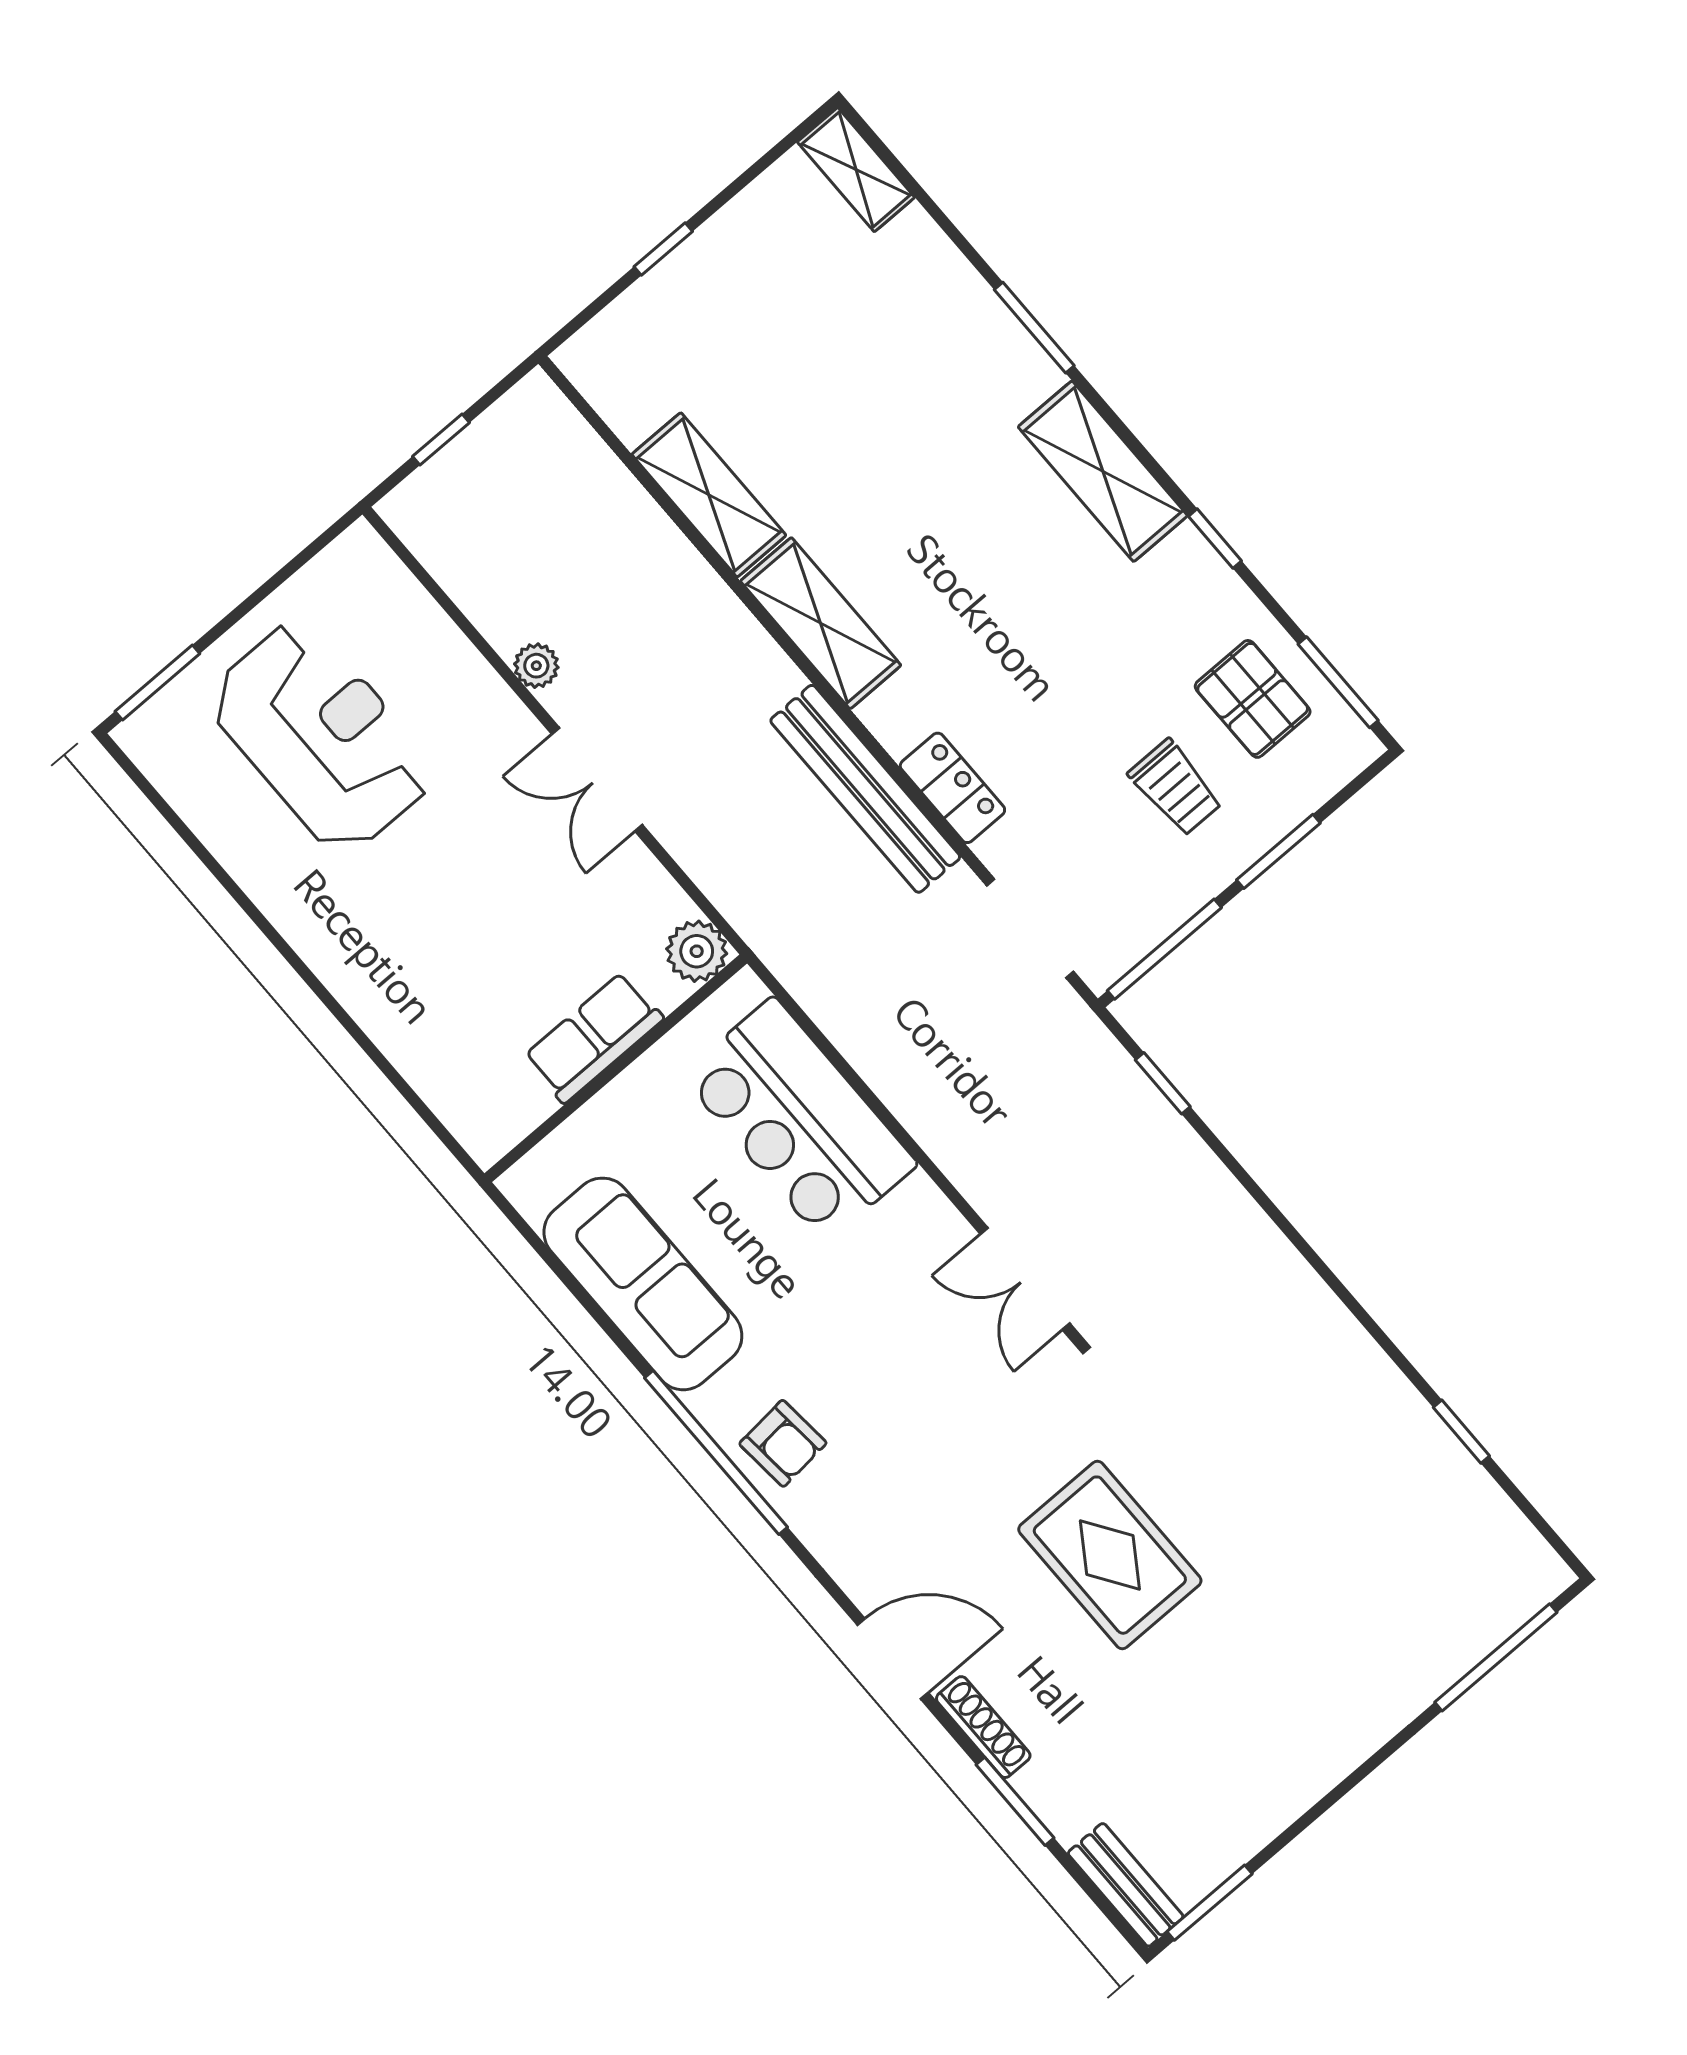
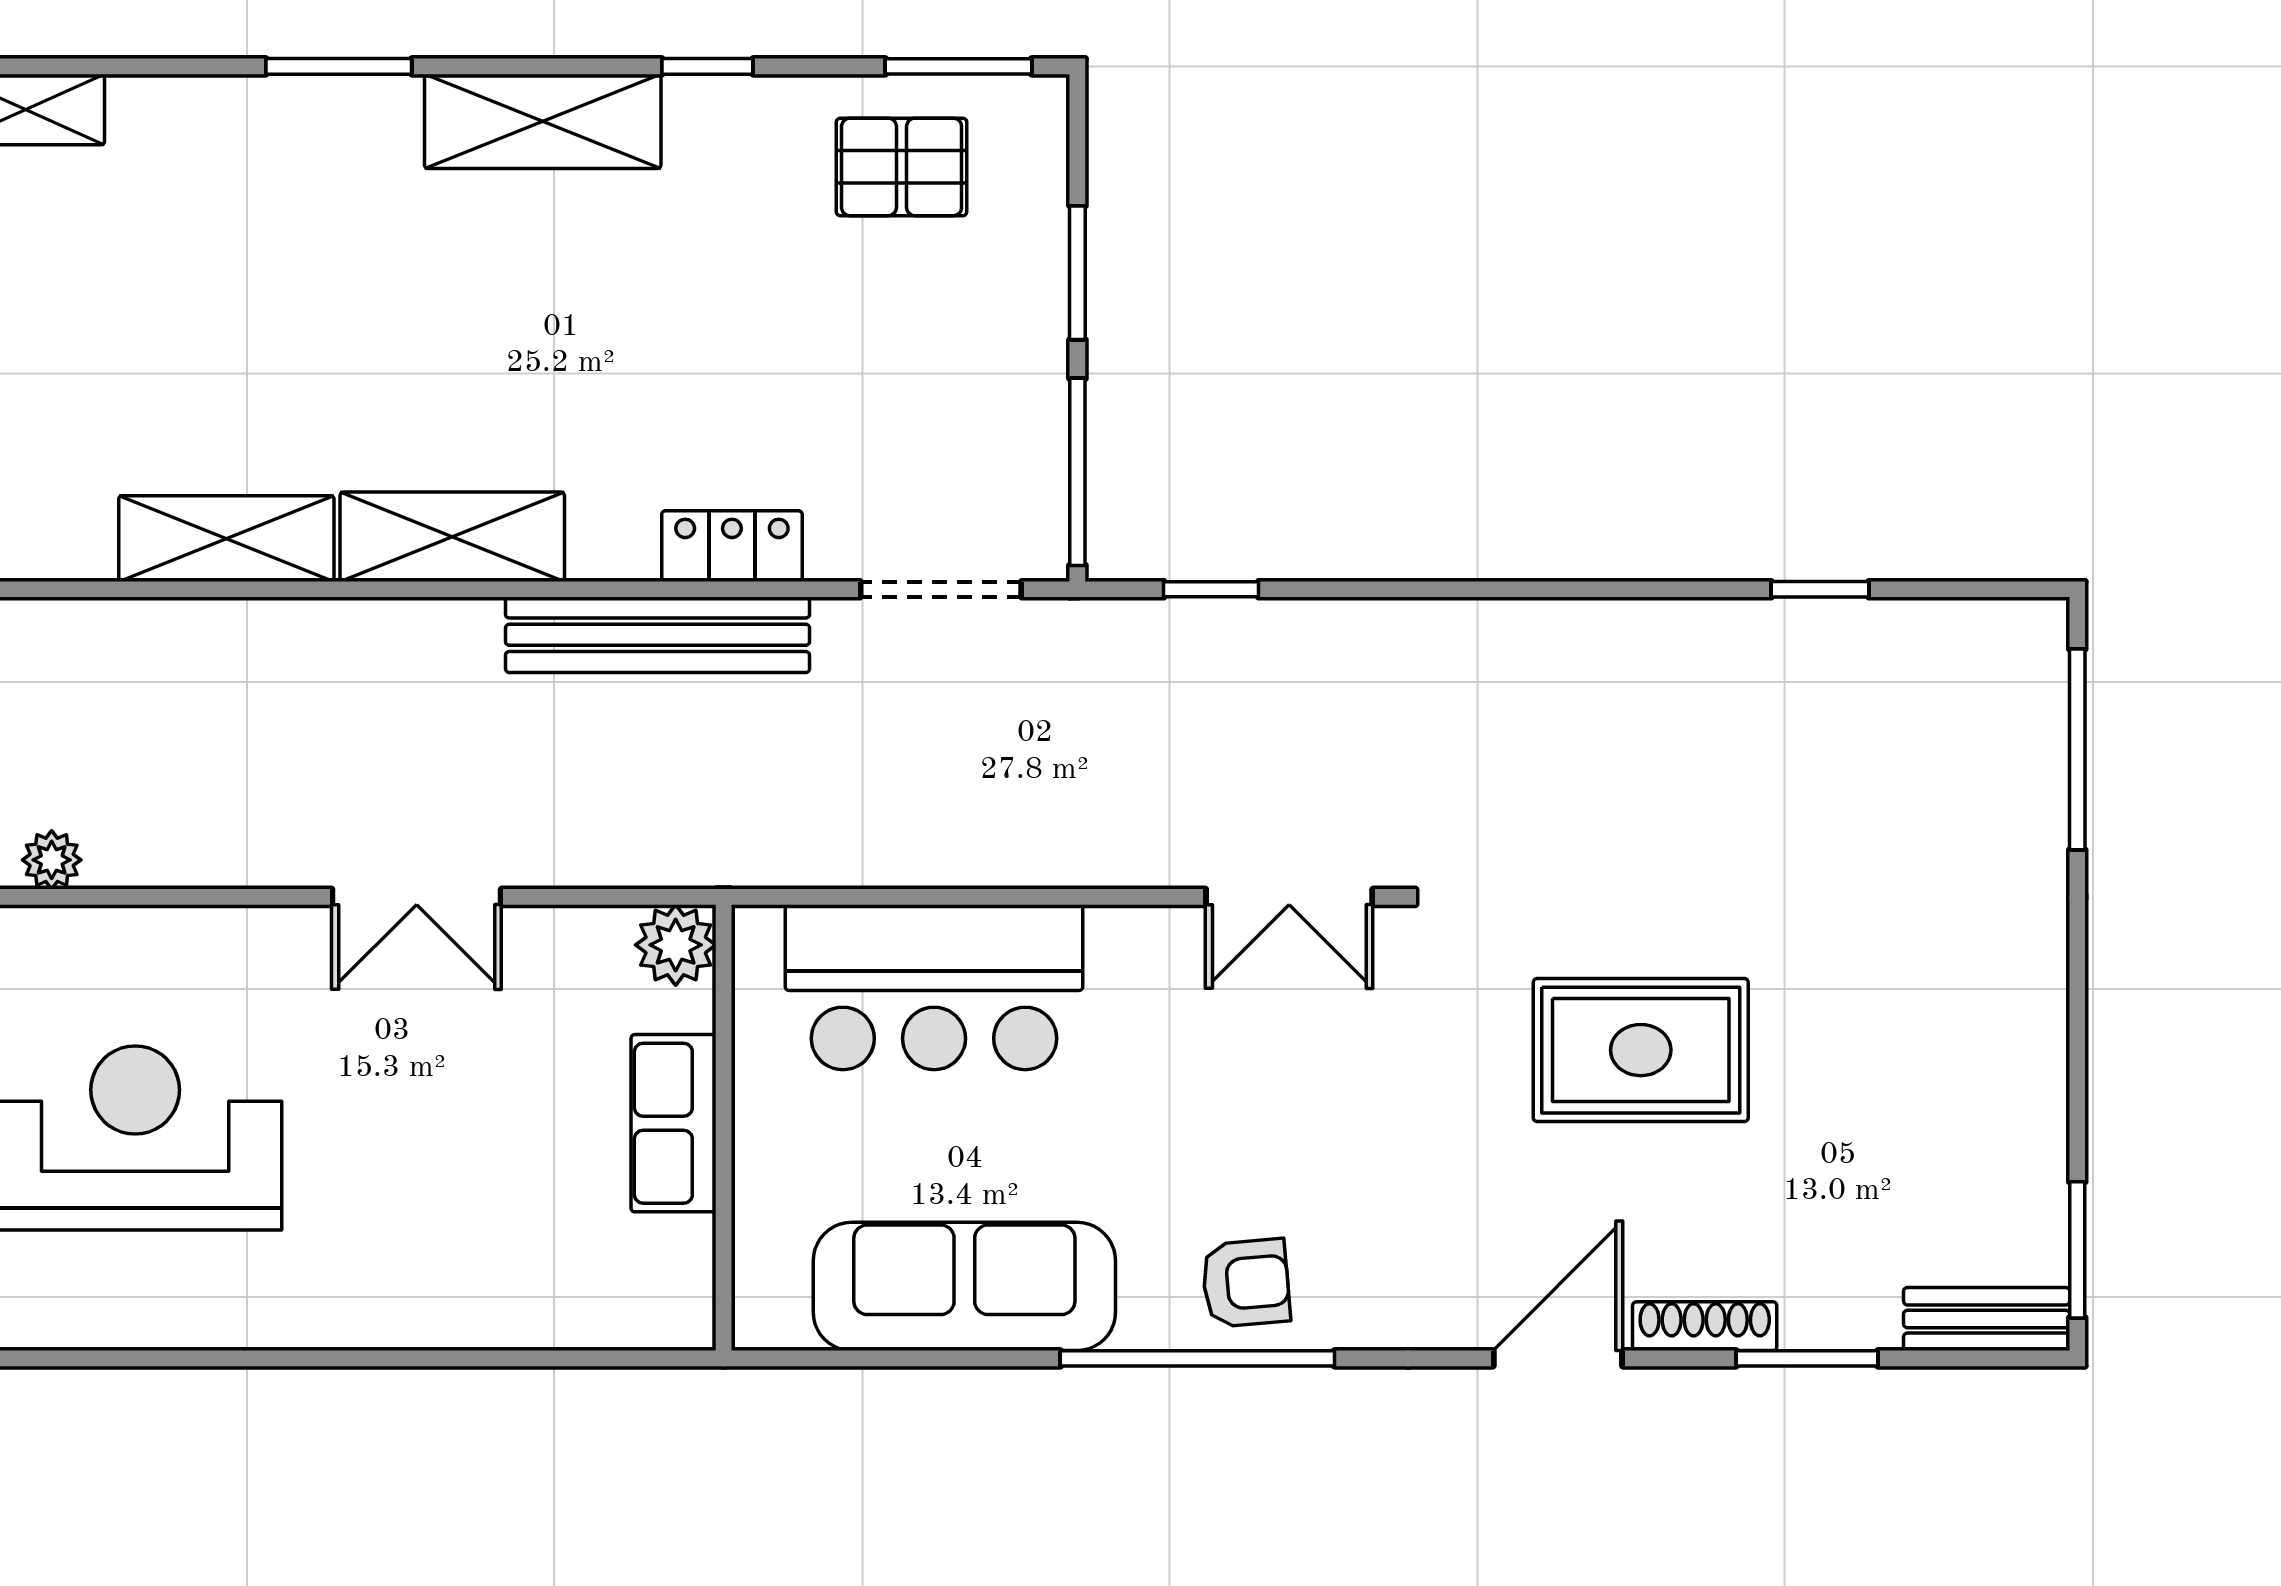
plant: (536, 666) -> (52, 860), moved
trolley: (1175, 788) -> (924, 321), removed

